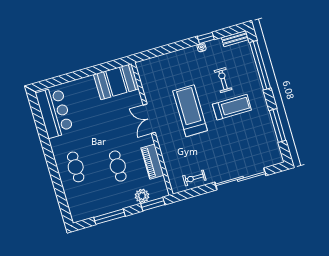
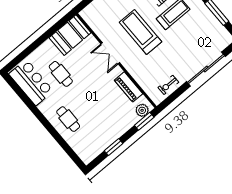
cafe table: (118, 166) -> (61, 74), moved
plant: (142, 196) -> (142, 110), moved
window: (109, 217) -> (114, 147), width x0.69

